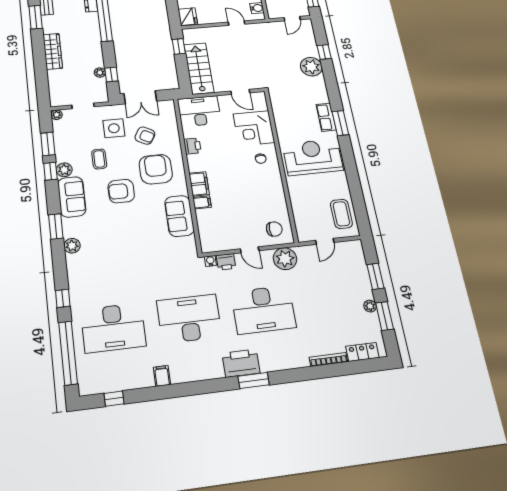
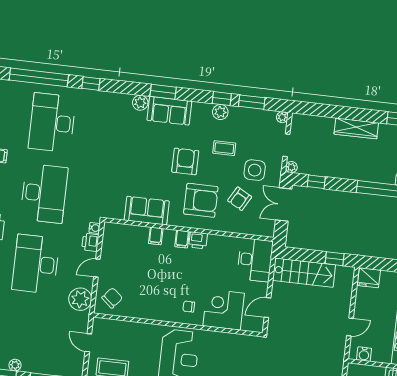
plant: (100, 73) -> (291, 167), moved
printer: (192, 146) -> (198, 240), moved
filing cabinet: (199, 184) -> (182, 239), width x0.50
sofa: (72, 197) -> (169, 111), moved
chair: (274, 229) -> (112, 298), turned -140

